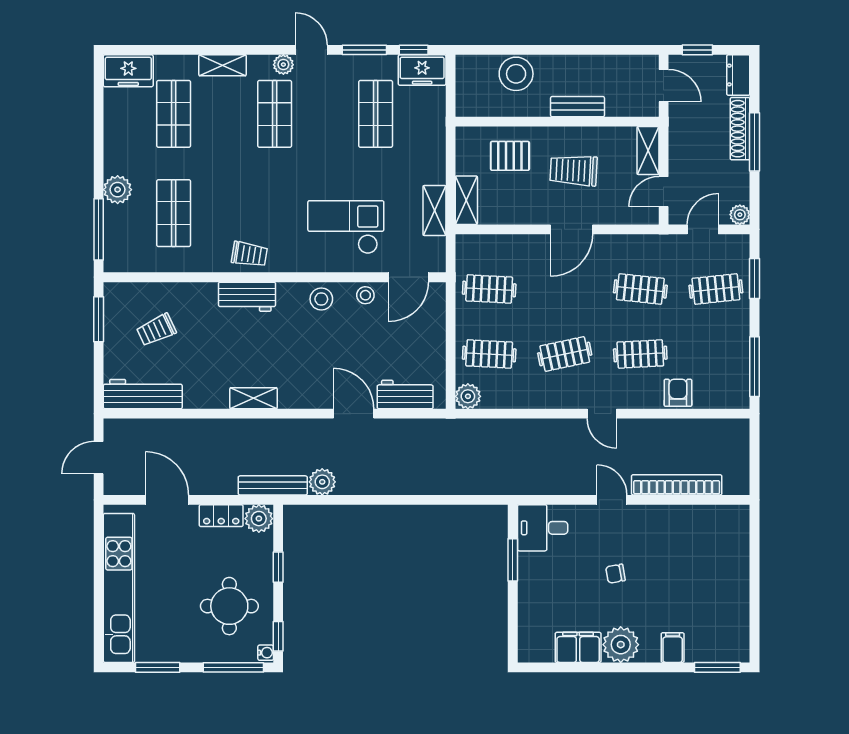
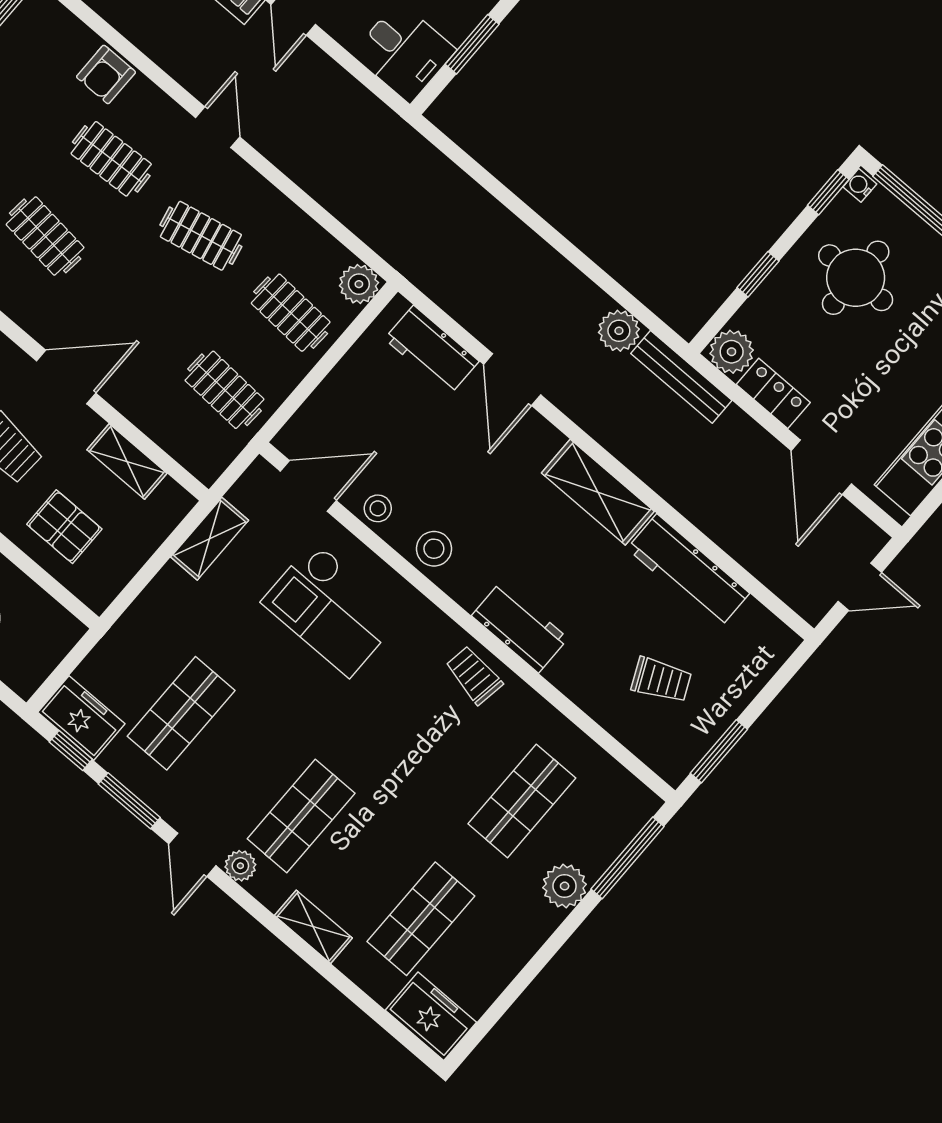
shelving: (466, 200) -> (127, 461), moved, turned 90
workbench: (143, 394) -> (688, 571), moved
shelving: (253, 398) -> (598, 492), width x1.50, depth x1.33

